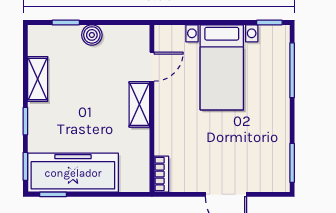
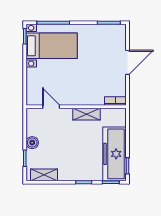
bed with nightstands: (222, 67) -> (52, 46), moved
shelving: (38, 79) -> (44, 175), moved
shelving: (139, 104) -> (86, 114), moved

